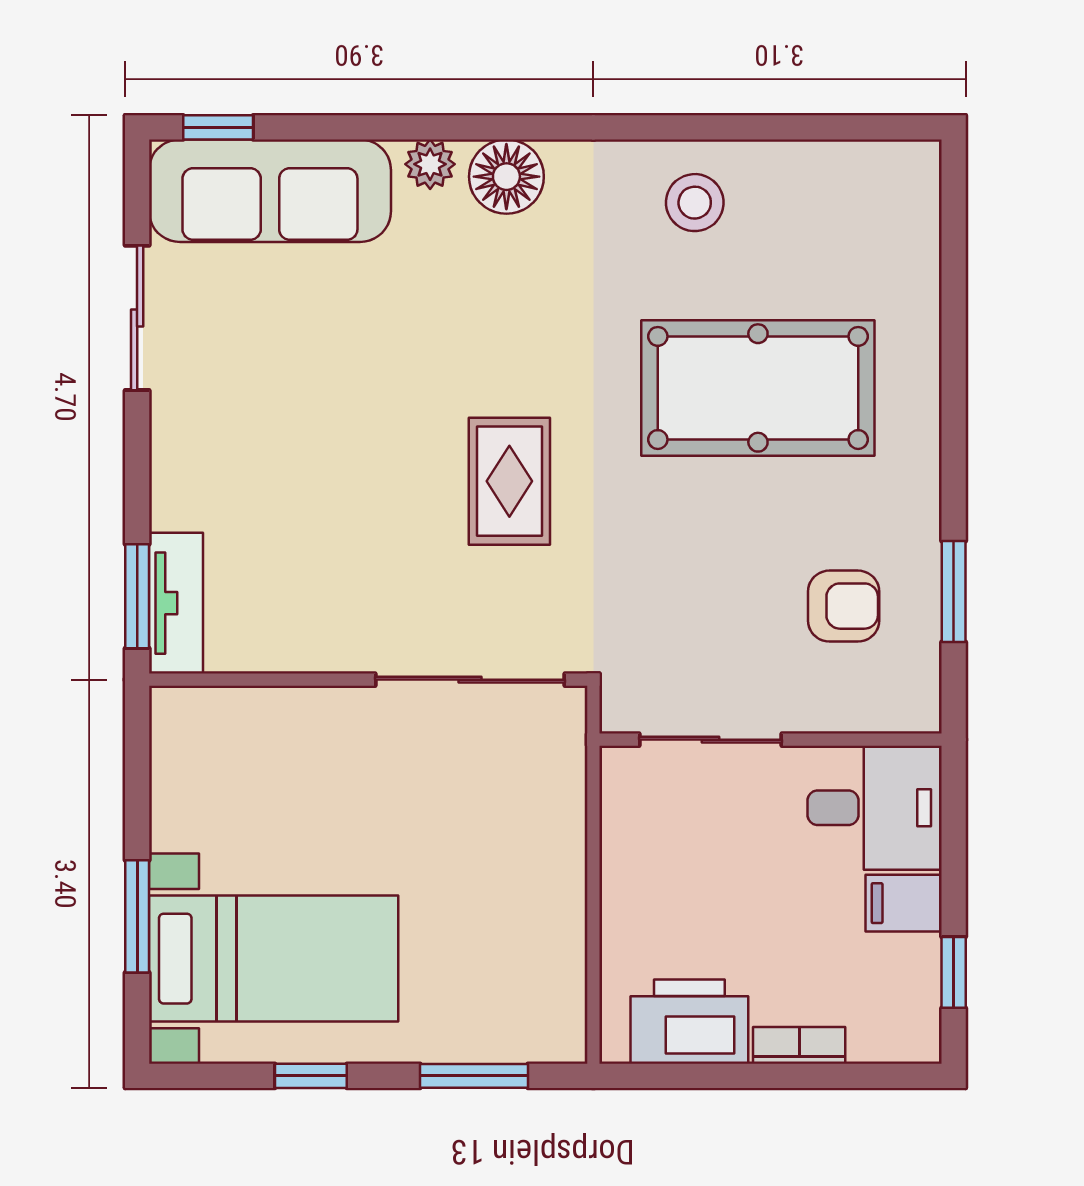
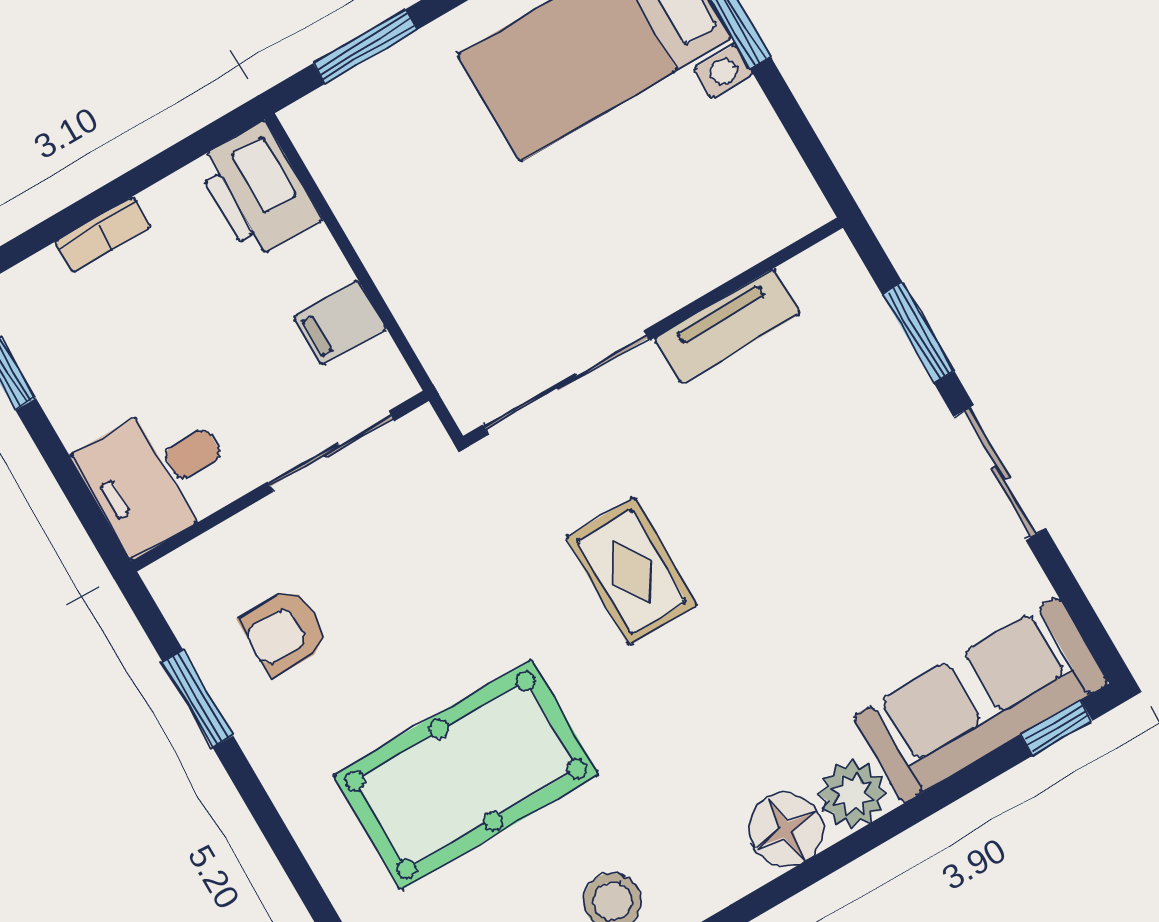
plant: (430, 164) -> (853, 794), width x1.38, depth x1.38
sliding door: (137, 318) -> (1000, 473), moved
window: (137, 596) -> (918, 333), moved
tv unit: (176, 603) -> (727, 326), moved, turned -90
filing cabinet: (904, 903) -> (340, 323), moved, turned 180
printer: (689, 1022) -> (258, 190), moved, turned 90

